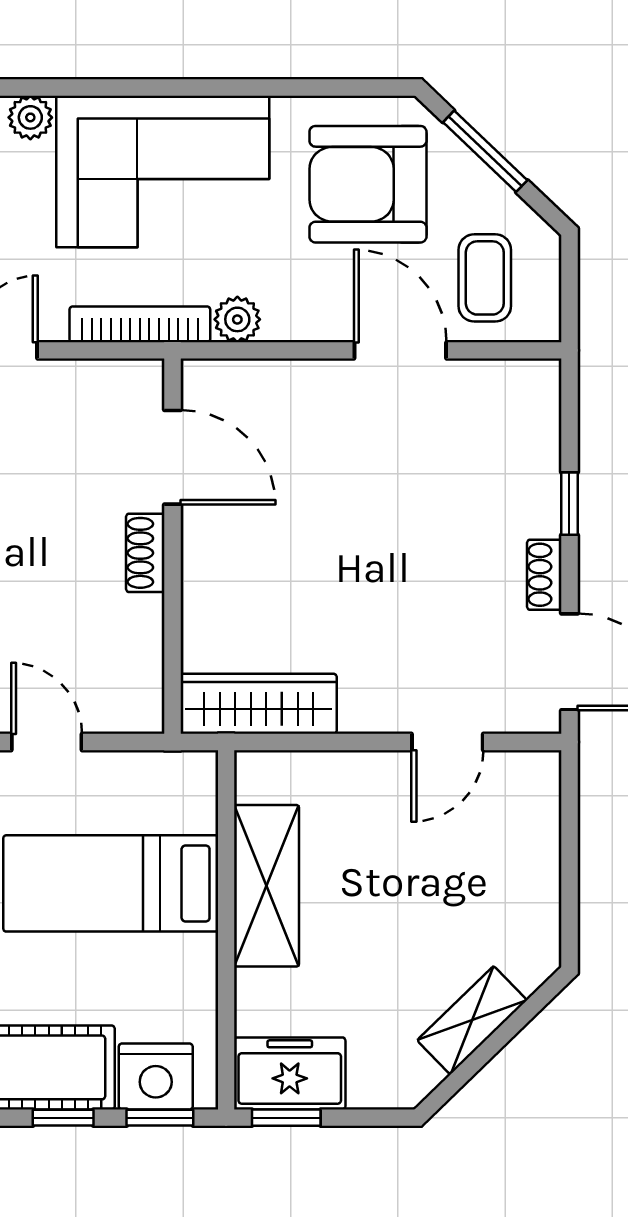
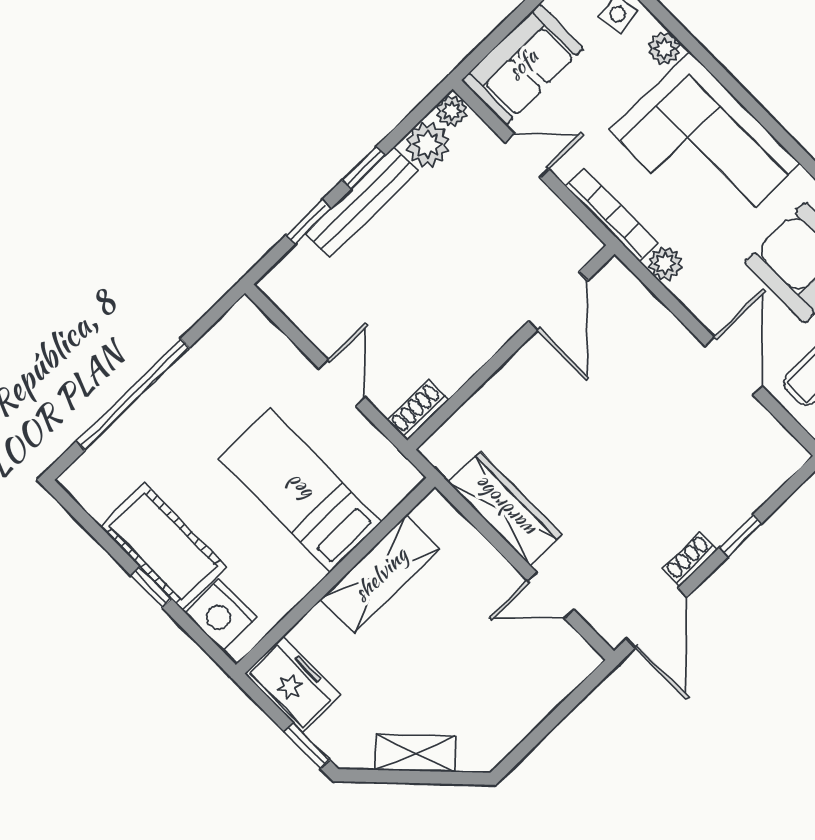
shoe rack: (145, 553) -> (418, 410), moved
wardrobe: (259, 704) -> (505, 509), moved
window: (160, 1118) -> (201, 638), removed
window: (286, 1118) -> (307, 746), moved

